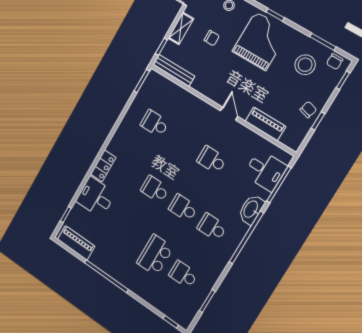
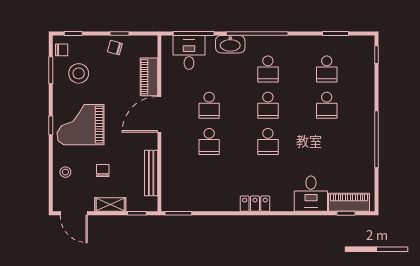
bench: (174, 70) -> (151, 173), moved
door: (229, 114) -> (159, 114), width x1.88
school desk: (155, 123) -> (209, 142), moved
locker: (103, 166) -> (255, 204), moved
piano: (76, 243) -> (349, 202), moved, turned 90
school desk: (155, 255) -> (327, 105), width x0.54

